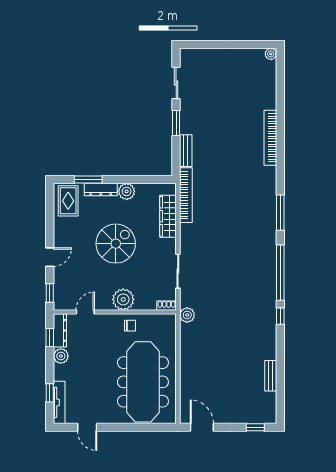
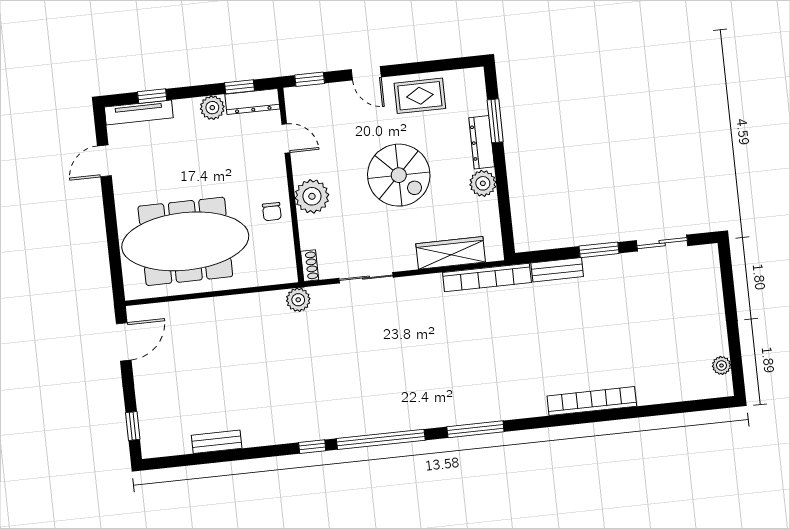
plant: (271, 54) -> (721, 365), moved
rug: (68, 201) -> (420, 96), moved

